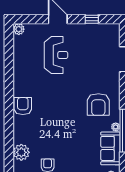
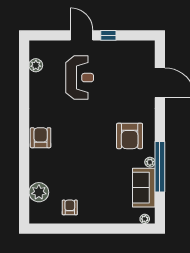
window: (92, 19) -> (108, 35), moved
plant: (19, 29) -> (36, 65), moved

